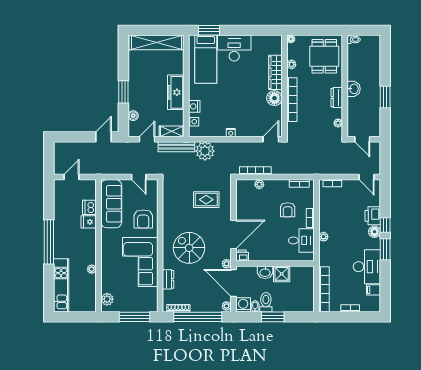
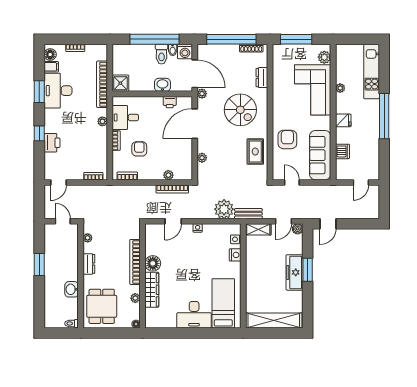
window: (209, 30) -> (220, 333), removed
washbasin: (354, 89) -> (72, 289), moved
freezer: (176, 92) -> (295, 272), moved, turned 180
boiler: (133, 116) -> (298, 229), moved
door: (271, 139) -> (173, 221), moved
bench: (176, 147) -> (248, 214), width x0.73
door: (366, 177) -> (58, 182), swing flipped
rug: (206, 200) -> (255, 152), moved, turned 90
fridge: (89, 222) -> (343, 120), moved
floor lamp: (375, 232) -> (50, 55), moved
window: (385, 249) -> (39, 92), moved
printer: (242, 255) -> (170, 102), moved
corner sofa: (140, 262) -> (313, 90), moved, turned 180
shower: (282, 274) -> (120, 83), moved
bookcase: (324, 289) -> (102, 84), moved
plant: (226, 306) -> (202, 158), moved
window: (273, 317) -> (155, 39), width x2.11

